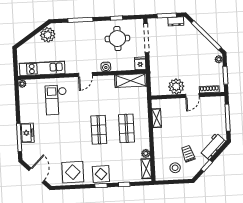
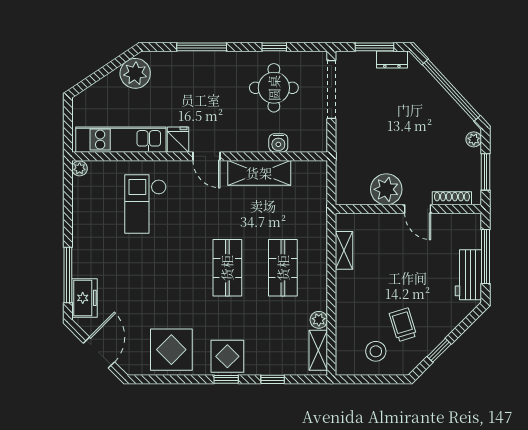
fridge: (140, 63) -> (178, 140), moved
water cooler: (106, 67) -> (278, 143), moved
door: (85, 75) -> (206, 156), hinge flipped
shelving: (131, 81) -> (259, 173), moved
door: (192, 96) -> (418, 209), hinge flipped
freezer: (27, 133) -> (85, 298), moved
workbench: (213, 146) -> (468, 275), moved, turned -45

